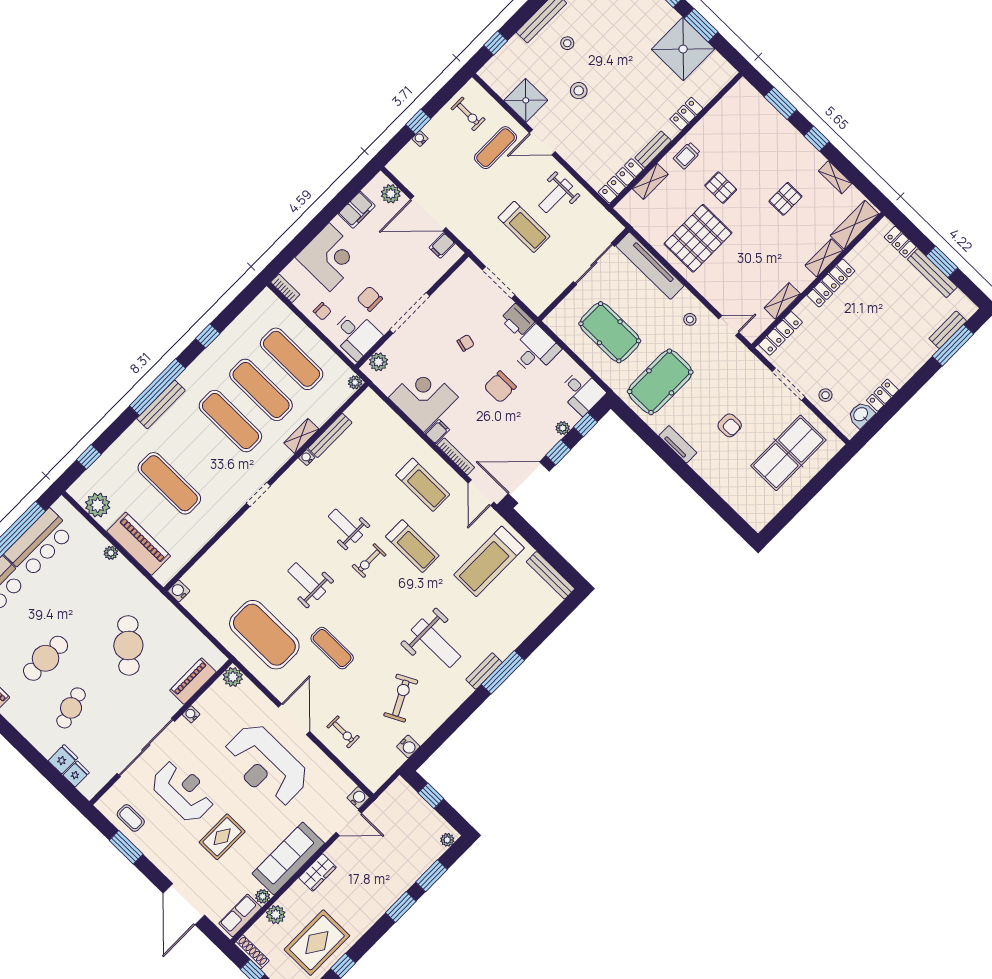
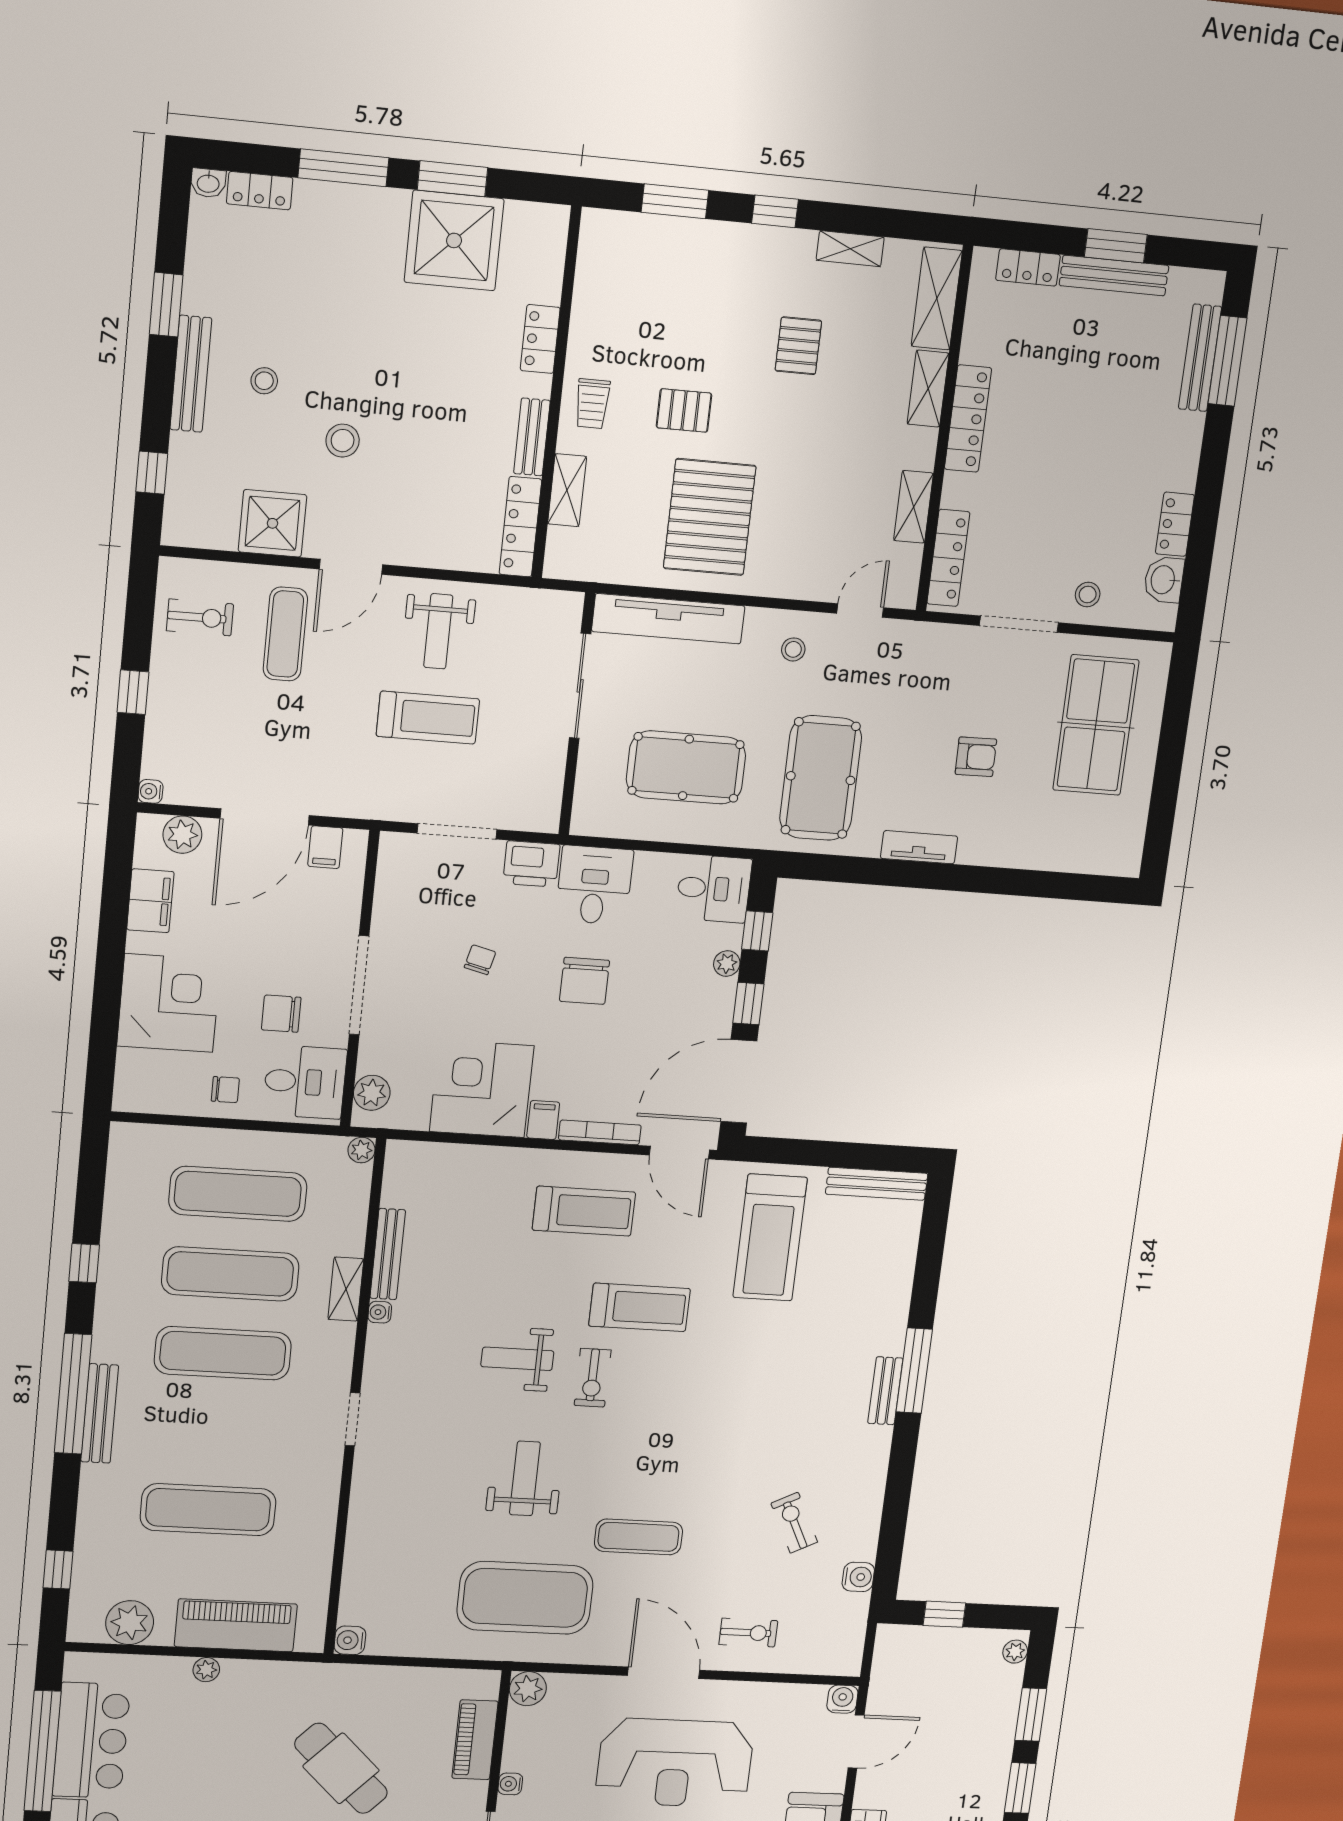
water cooler: (420, 139) -> (151, 791), moved
bookcase: (285, 288) -> (141, 1102), removed
bench: (948, 330) -> (1200, 358), width x1.36
weight bench: (307, 581) -> (525, 1478), turned 90
weight bench: (436, 643) -> (784, 1410), removed
exercise bike: (401, 698) -> (794, 1523), width x0.73, depth x0.72

